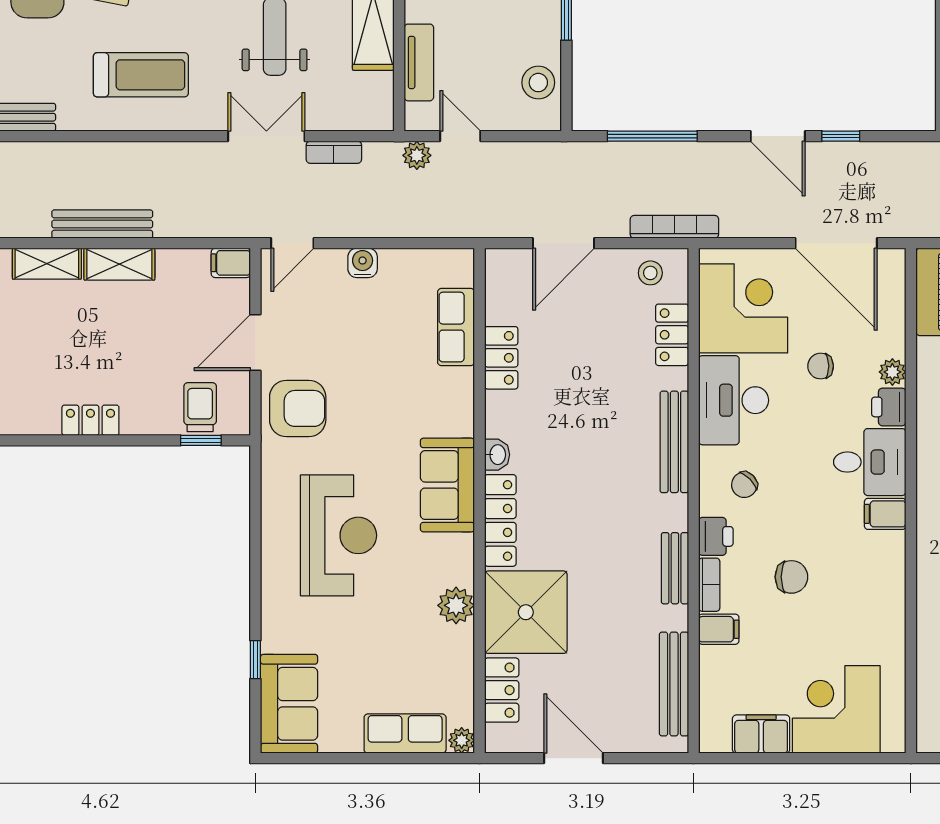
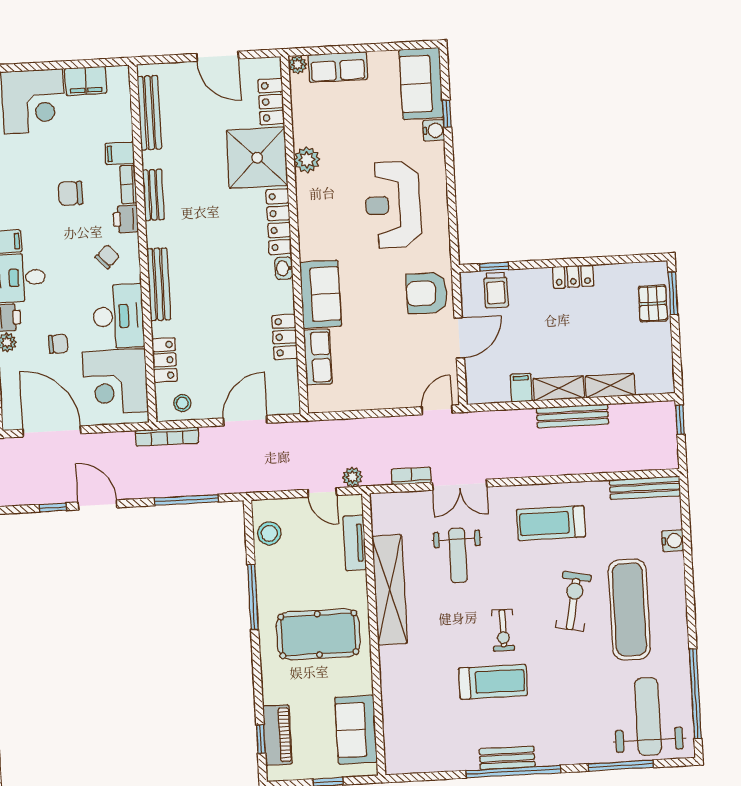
filing cabinet: (231, 263) -> (521, 388), moved, turned -90
water cooler: (363, 263) -> (434, 130), moved, turned -90
sofa: (447, 485) -> (320, 294), moved

